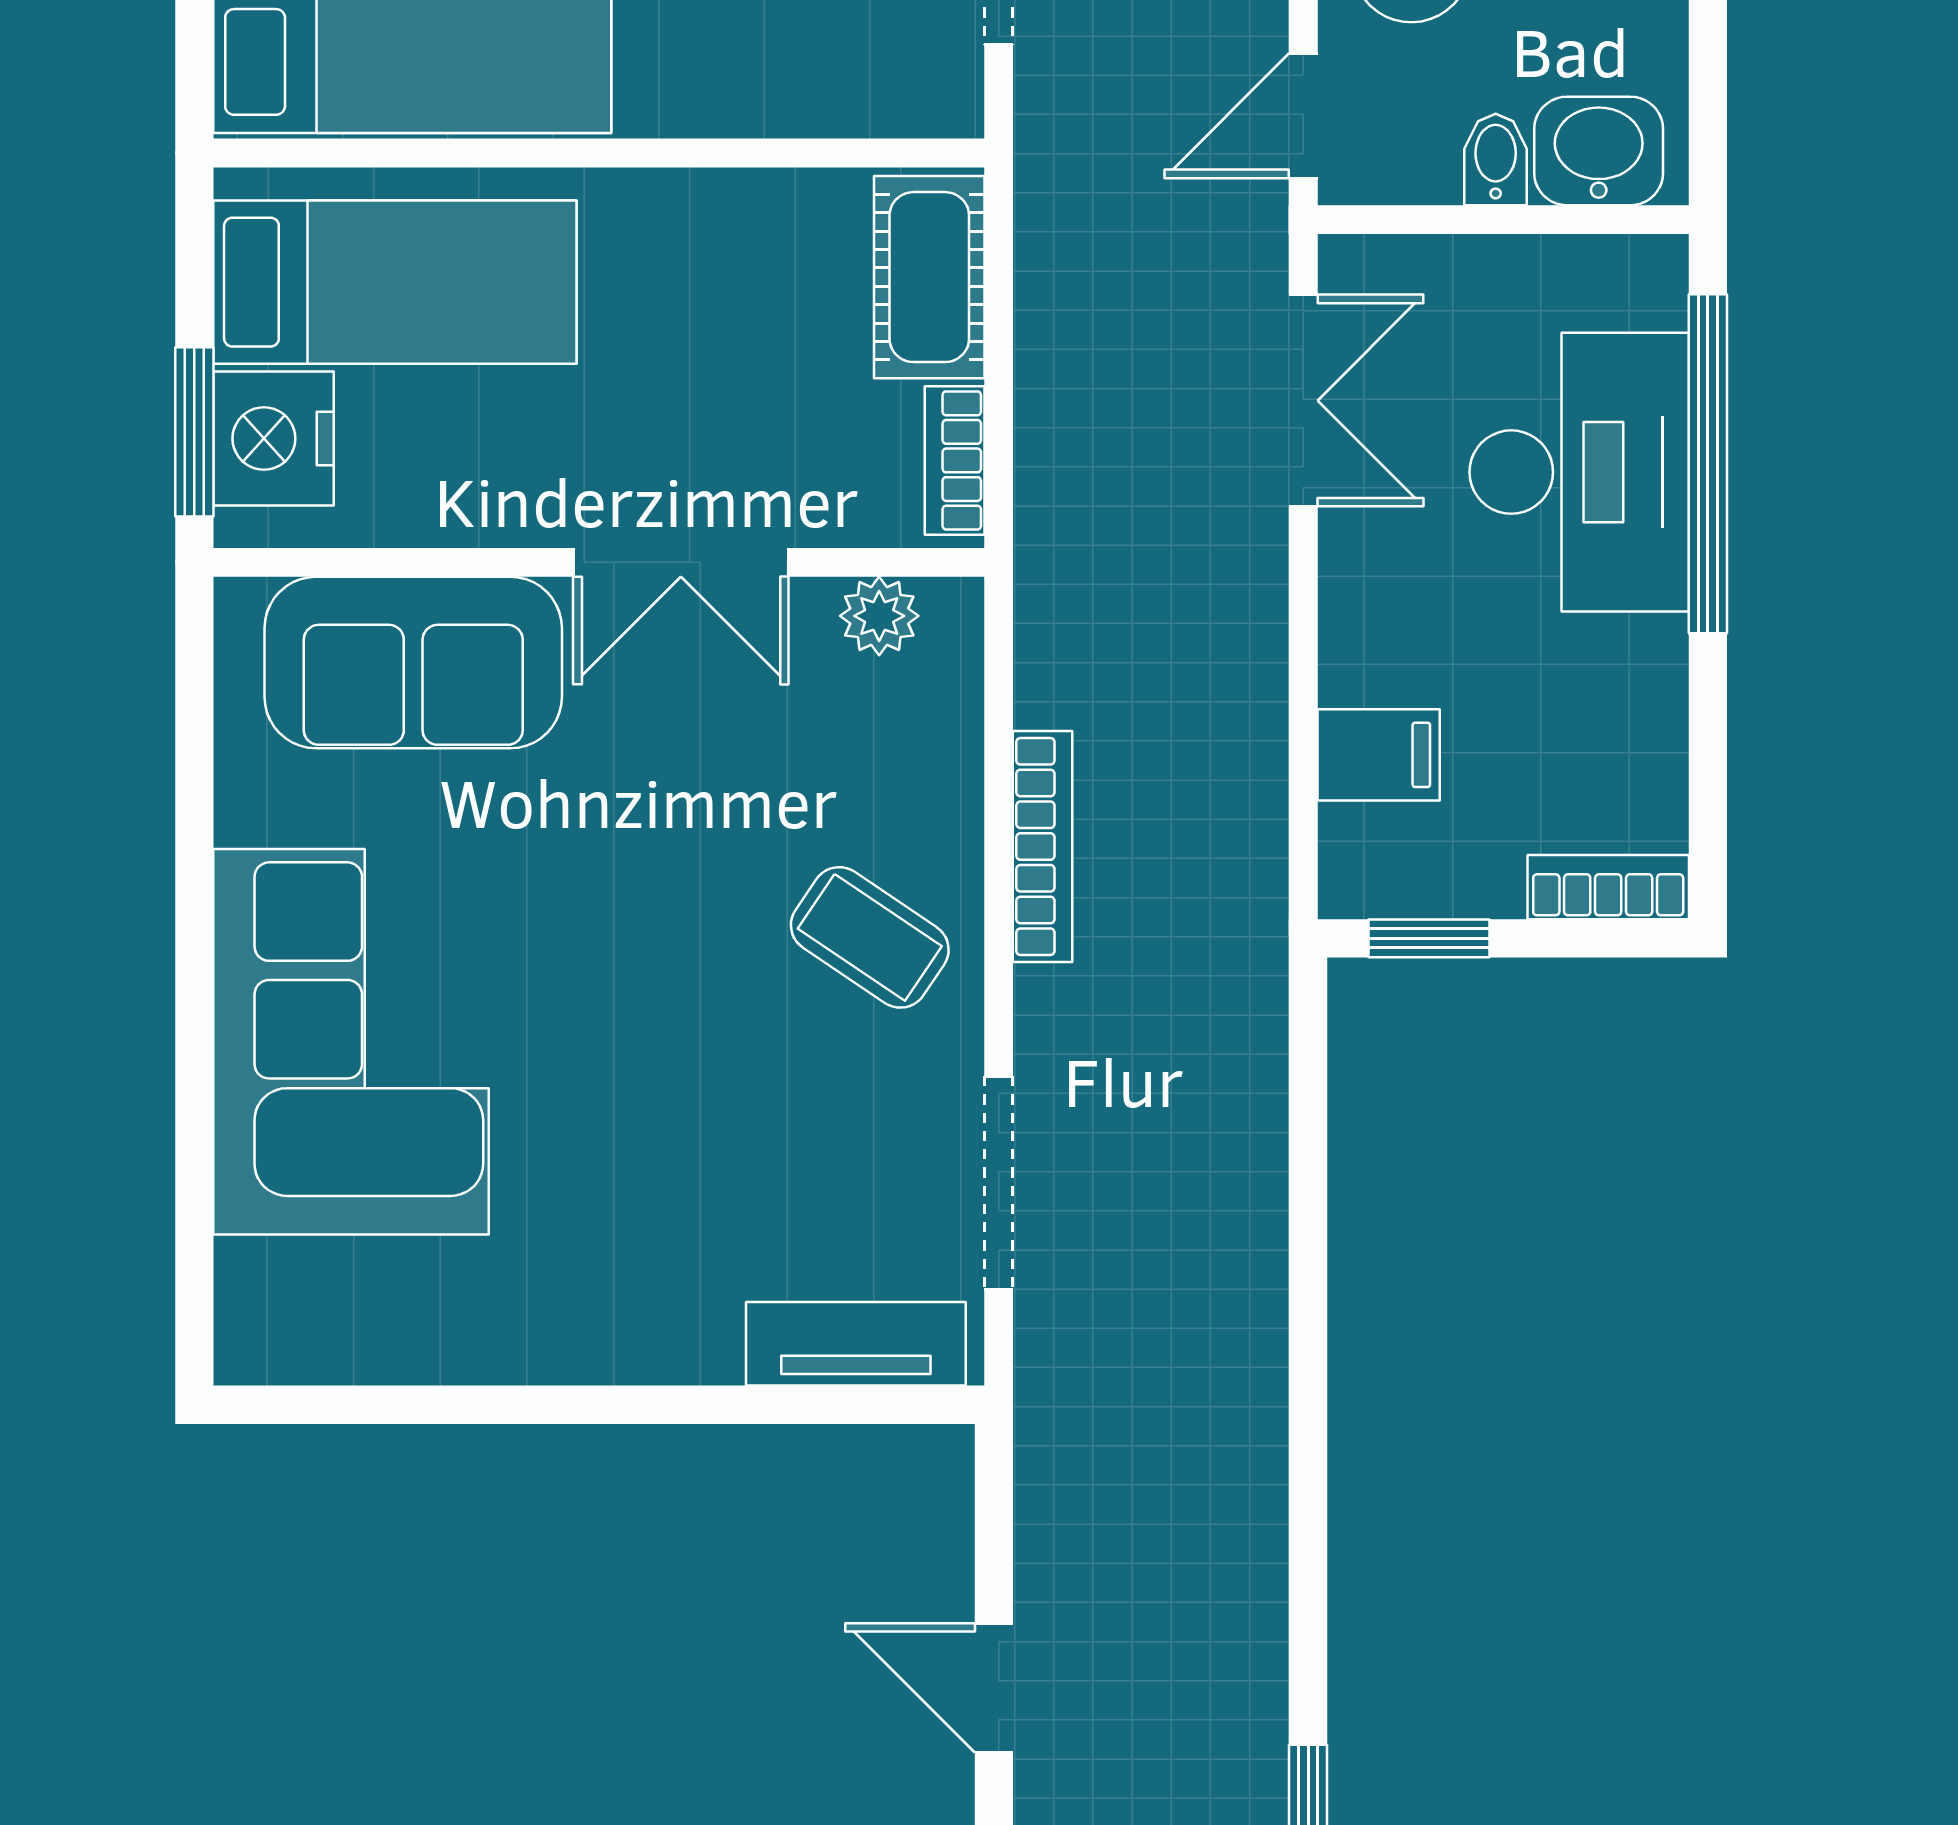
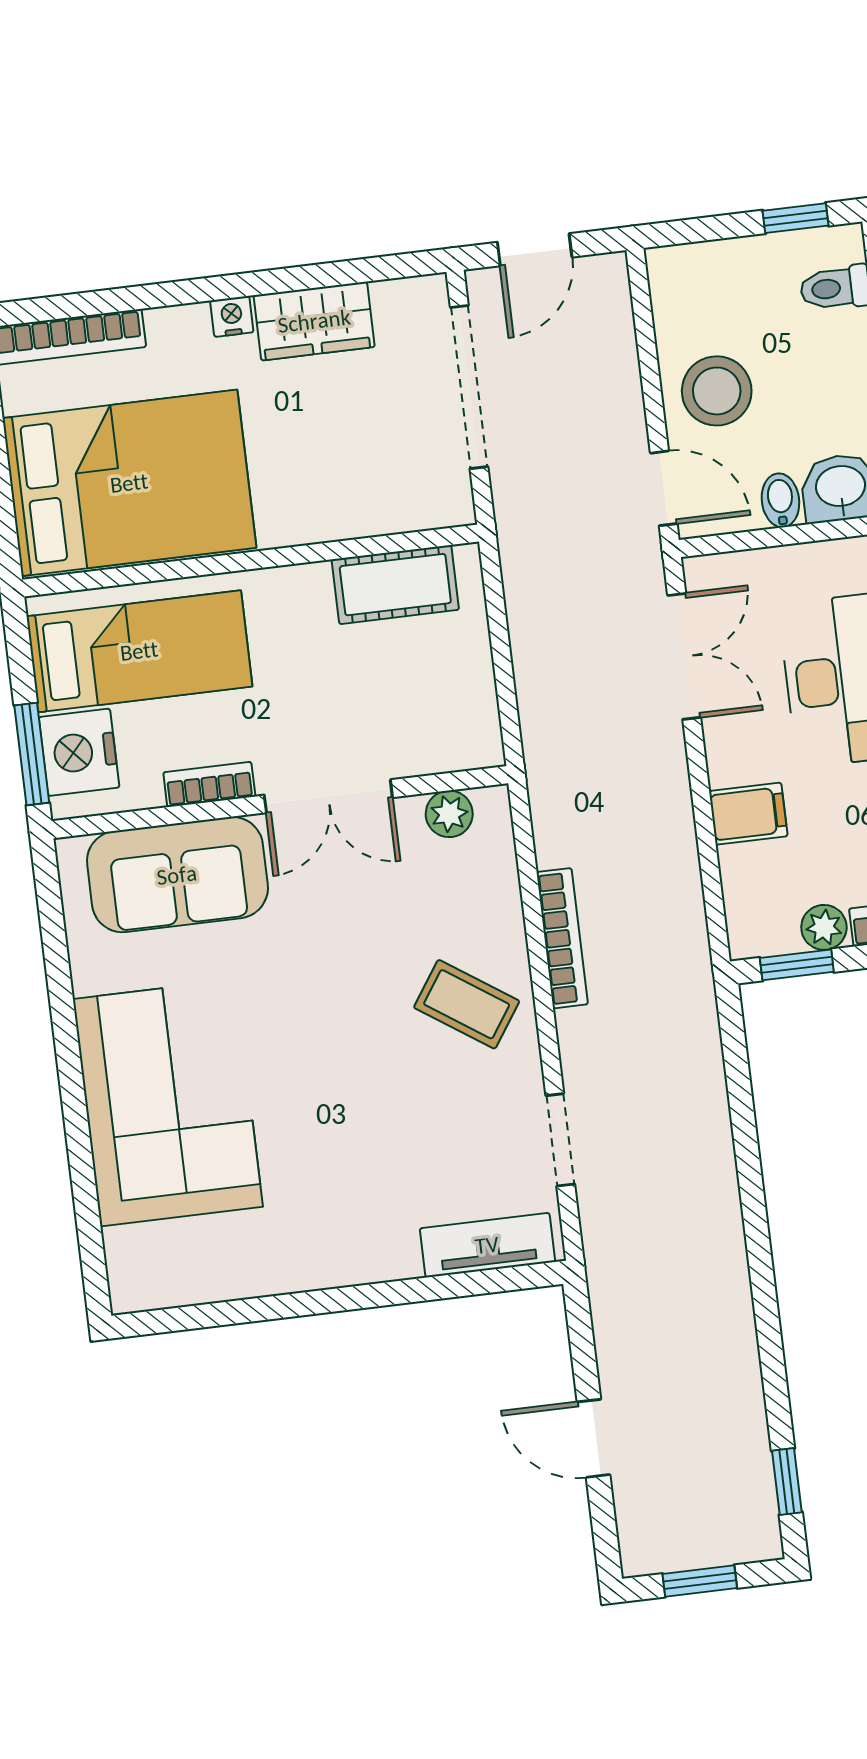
door: (1303, 116) -> (664, 488), swing flipped
cot: (929, 277) -> (395, 585), moved, turned 90
bookcase: (955, 460) -> (209, 784), moved, turned 90
filing cabinet: (1379, 755) -> (748, 814), moved
plant: (1482, 881) -> (824, 927), added
doorway: (999, 1183) -> (560, 1140), width x0.73

